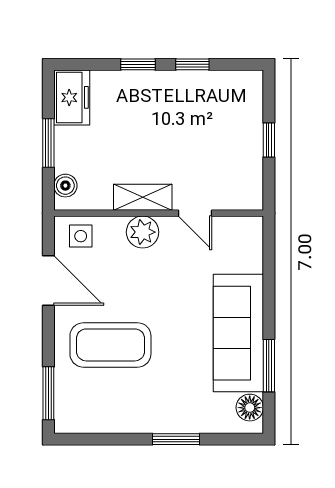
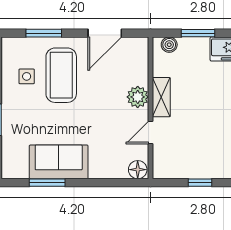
side table: (81, 236) -> (27, 76), moved
sofa: (238, 333) -> (59, 162), width x0.73
window: (48, 393) -> (44, 33), moved
floor lamp: (250, 408) -> (138, 170), moved

